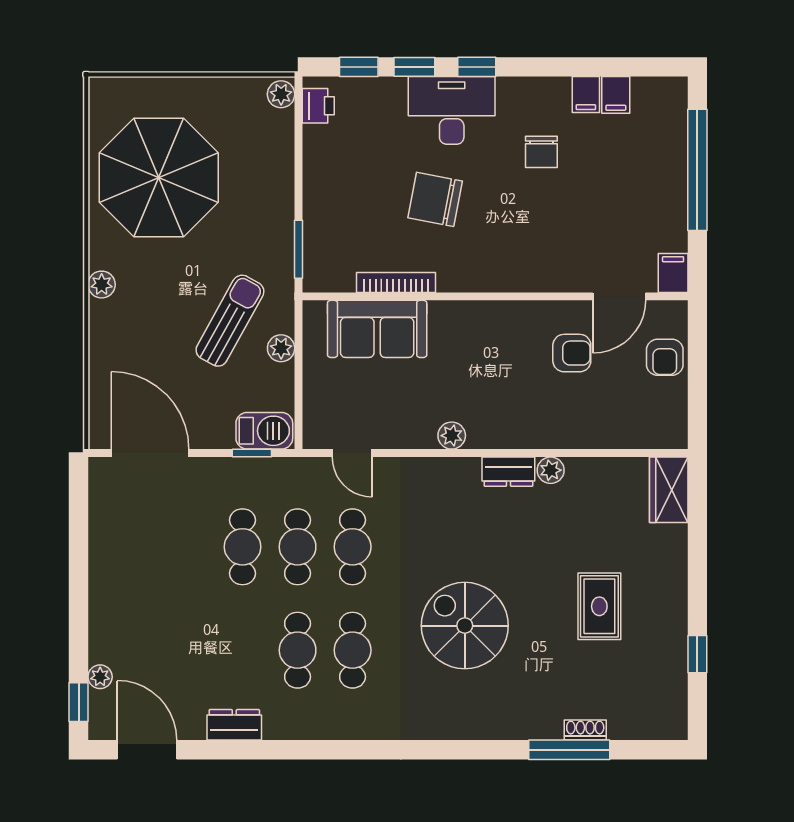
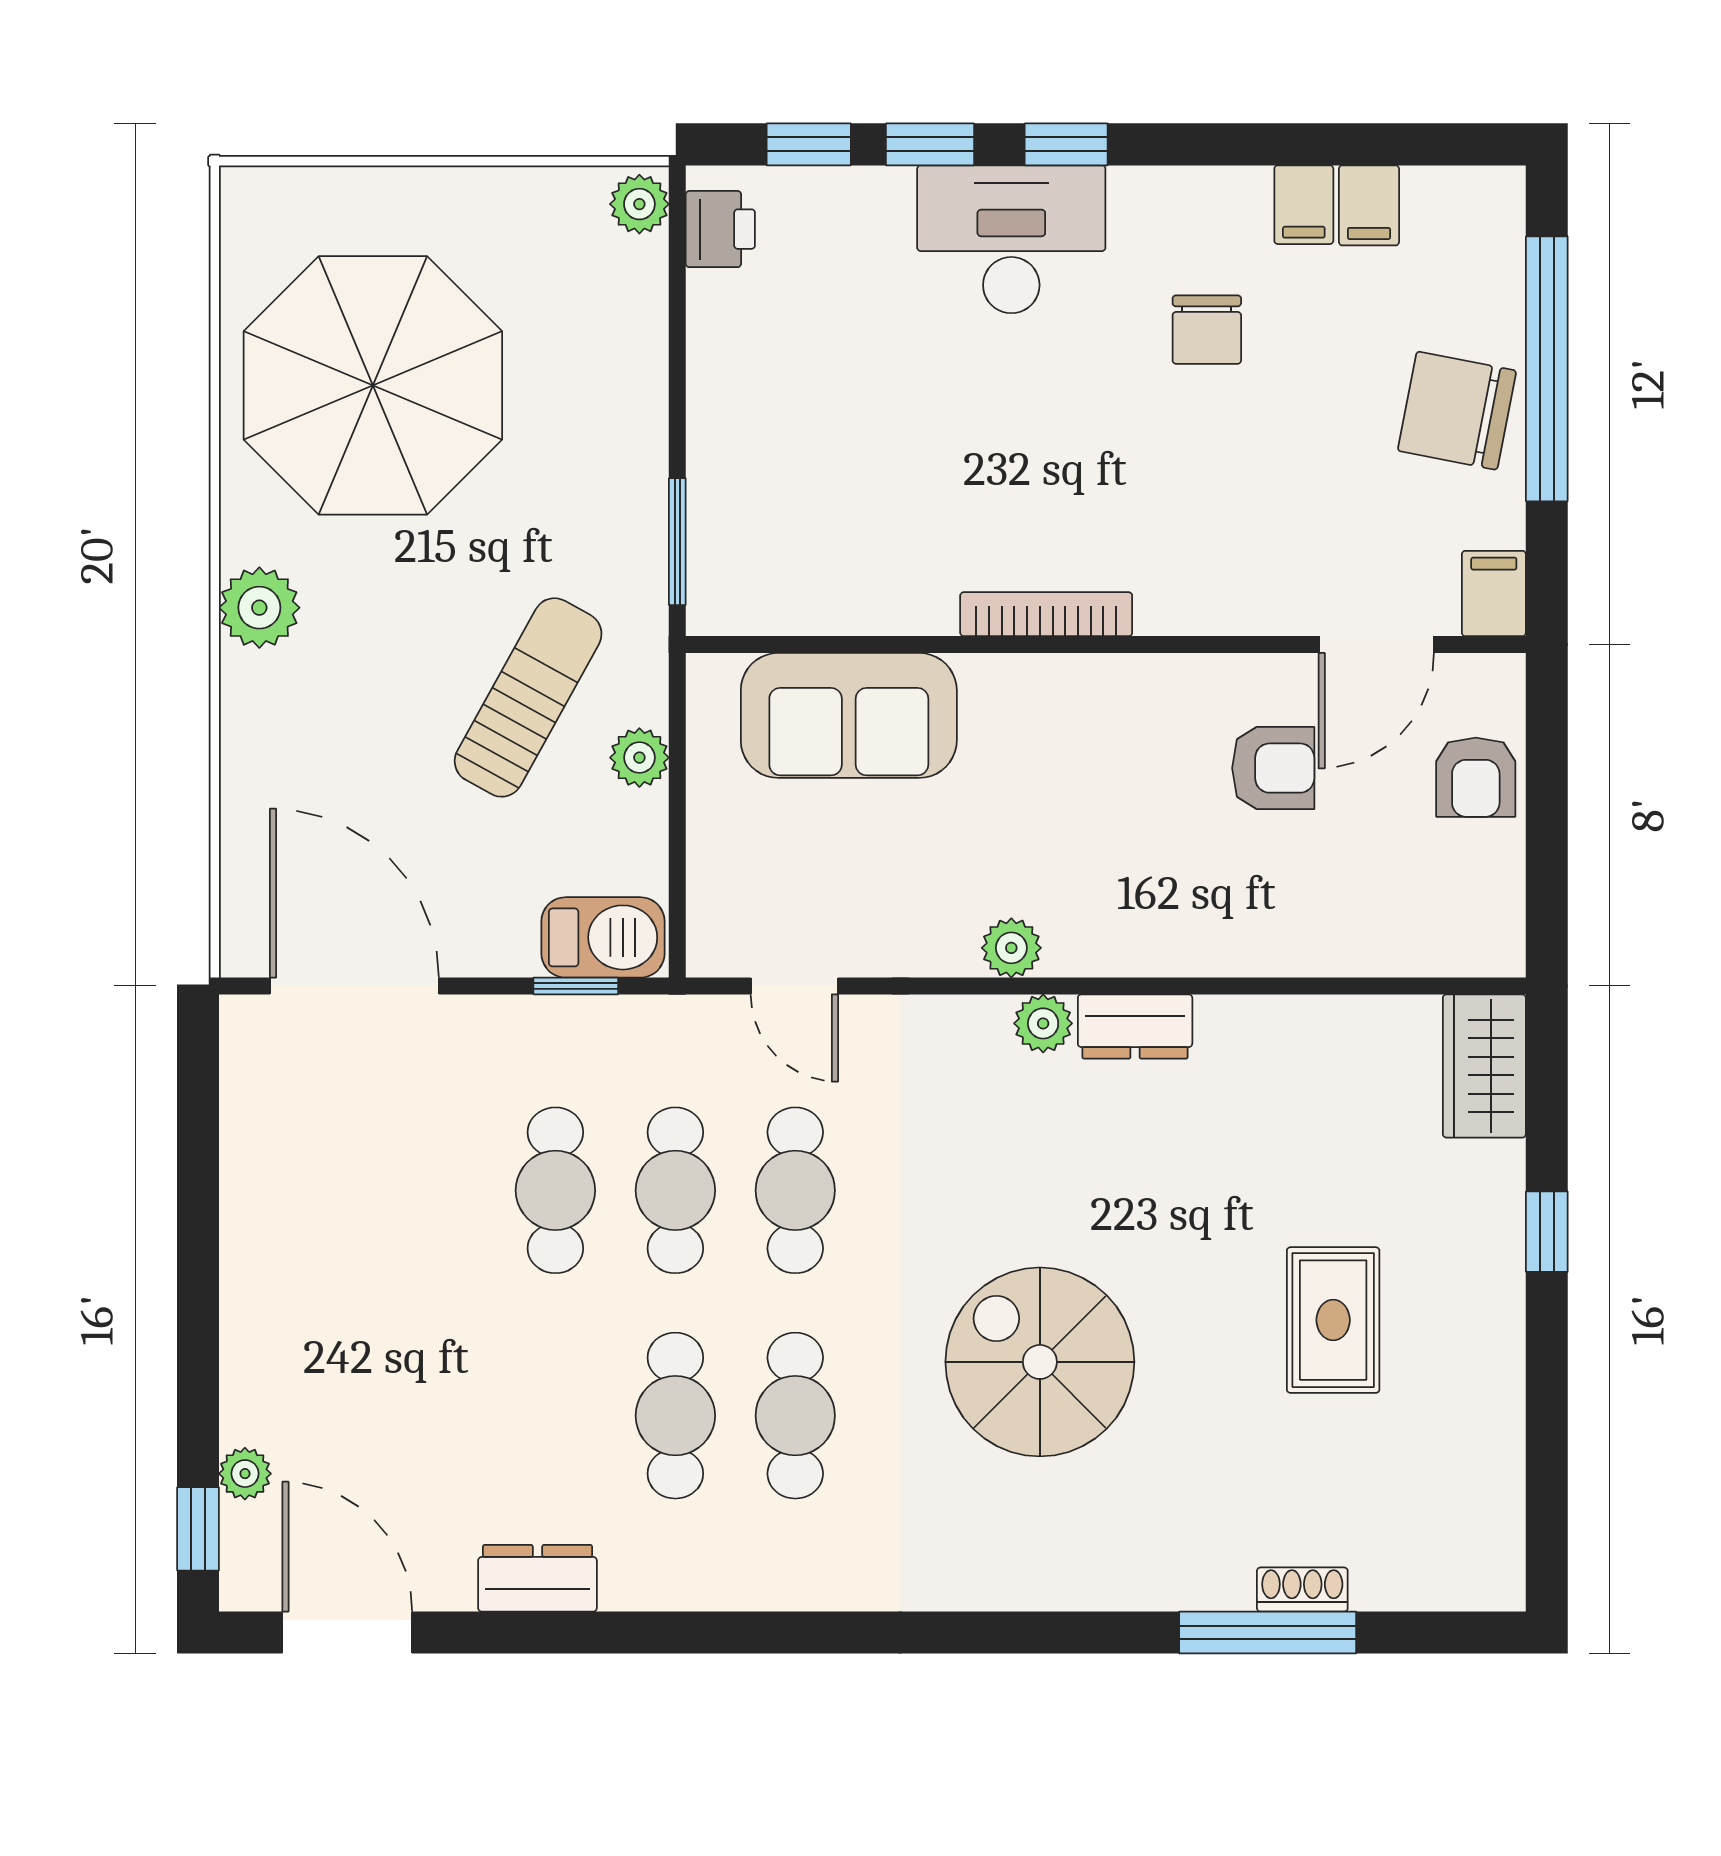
chair: (435, 199) -> (1457, 411), moved
bookcase: (396, 282) -> (1046, 614), moved
plant: (102, 285) -> (259, 608), width x1.38, depth x1.38
plant: (551, 470) -> (1043, 1023), moved
window: (697, 654) -> (1547, 1232), moved

